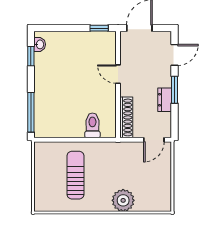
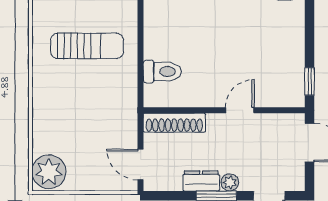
plant: (166, 81) -> (230, 182), added
plant: (123, 200) -> (49, 172), moved

